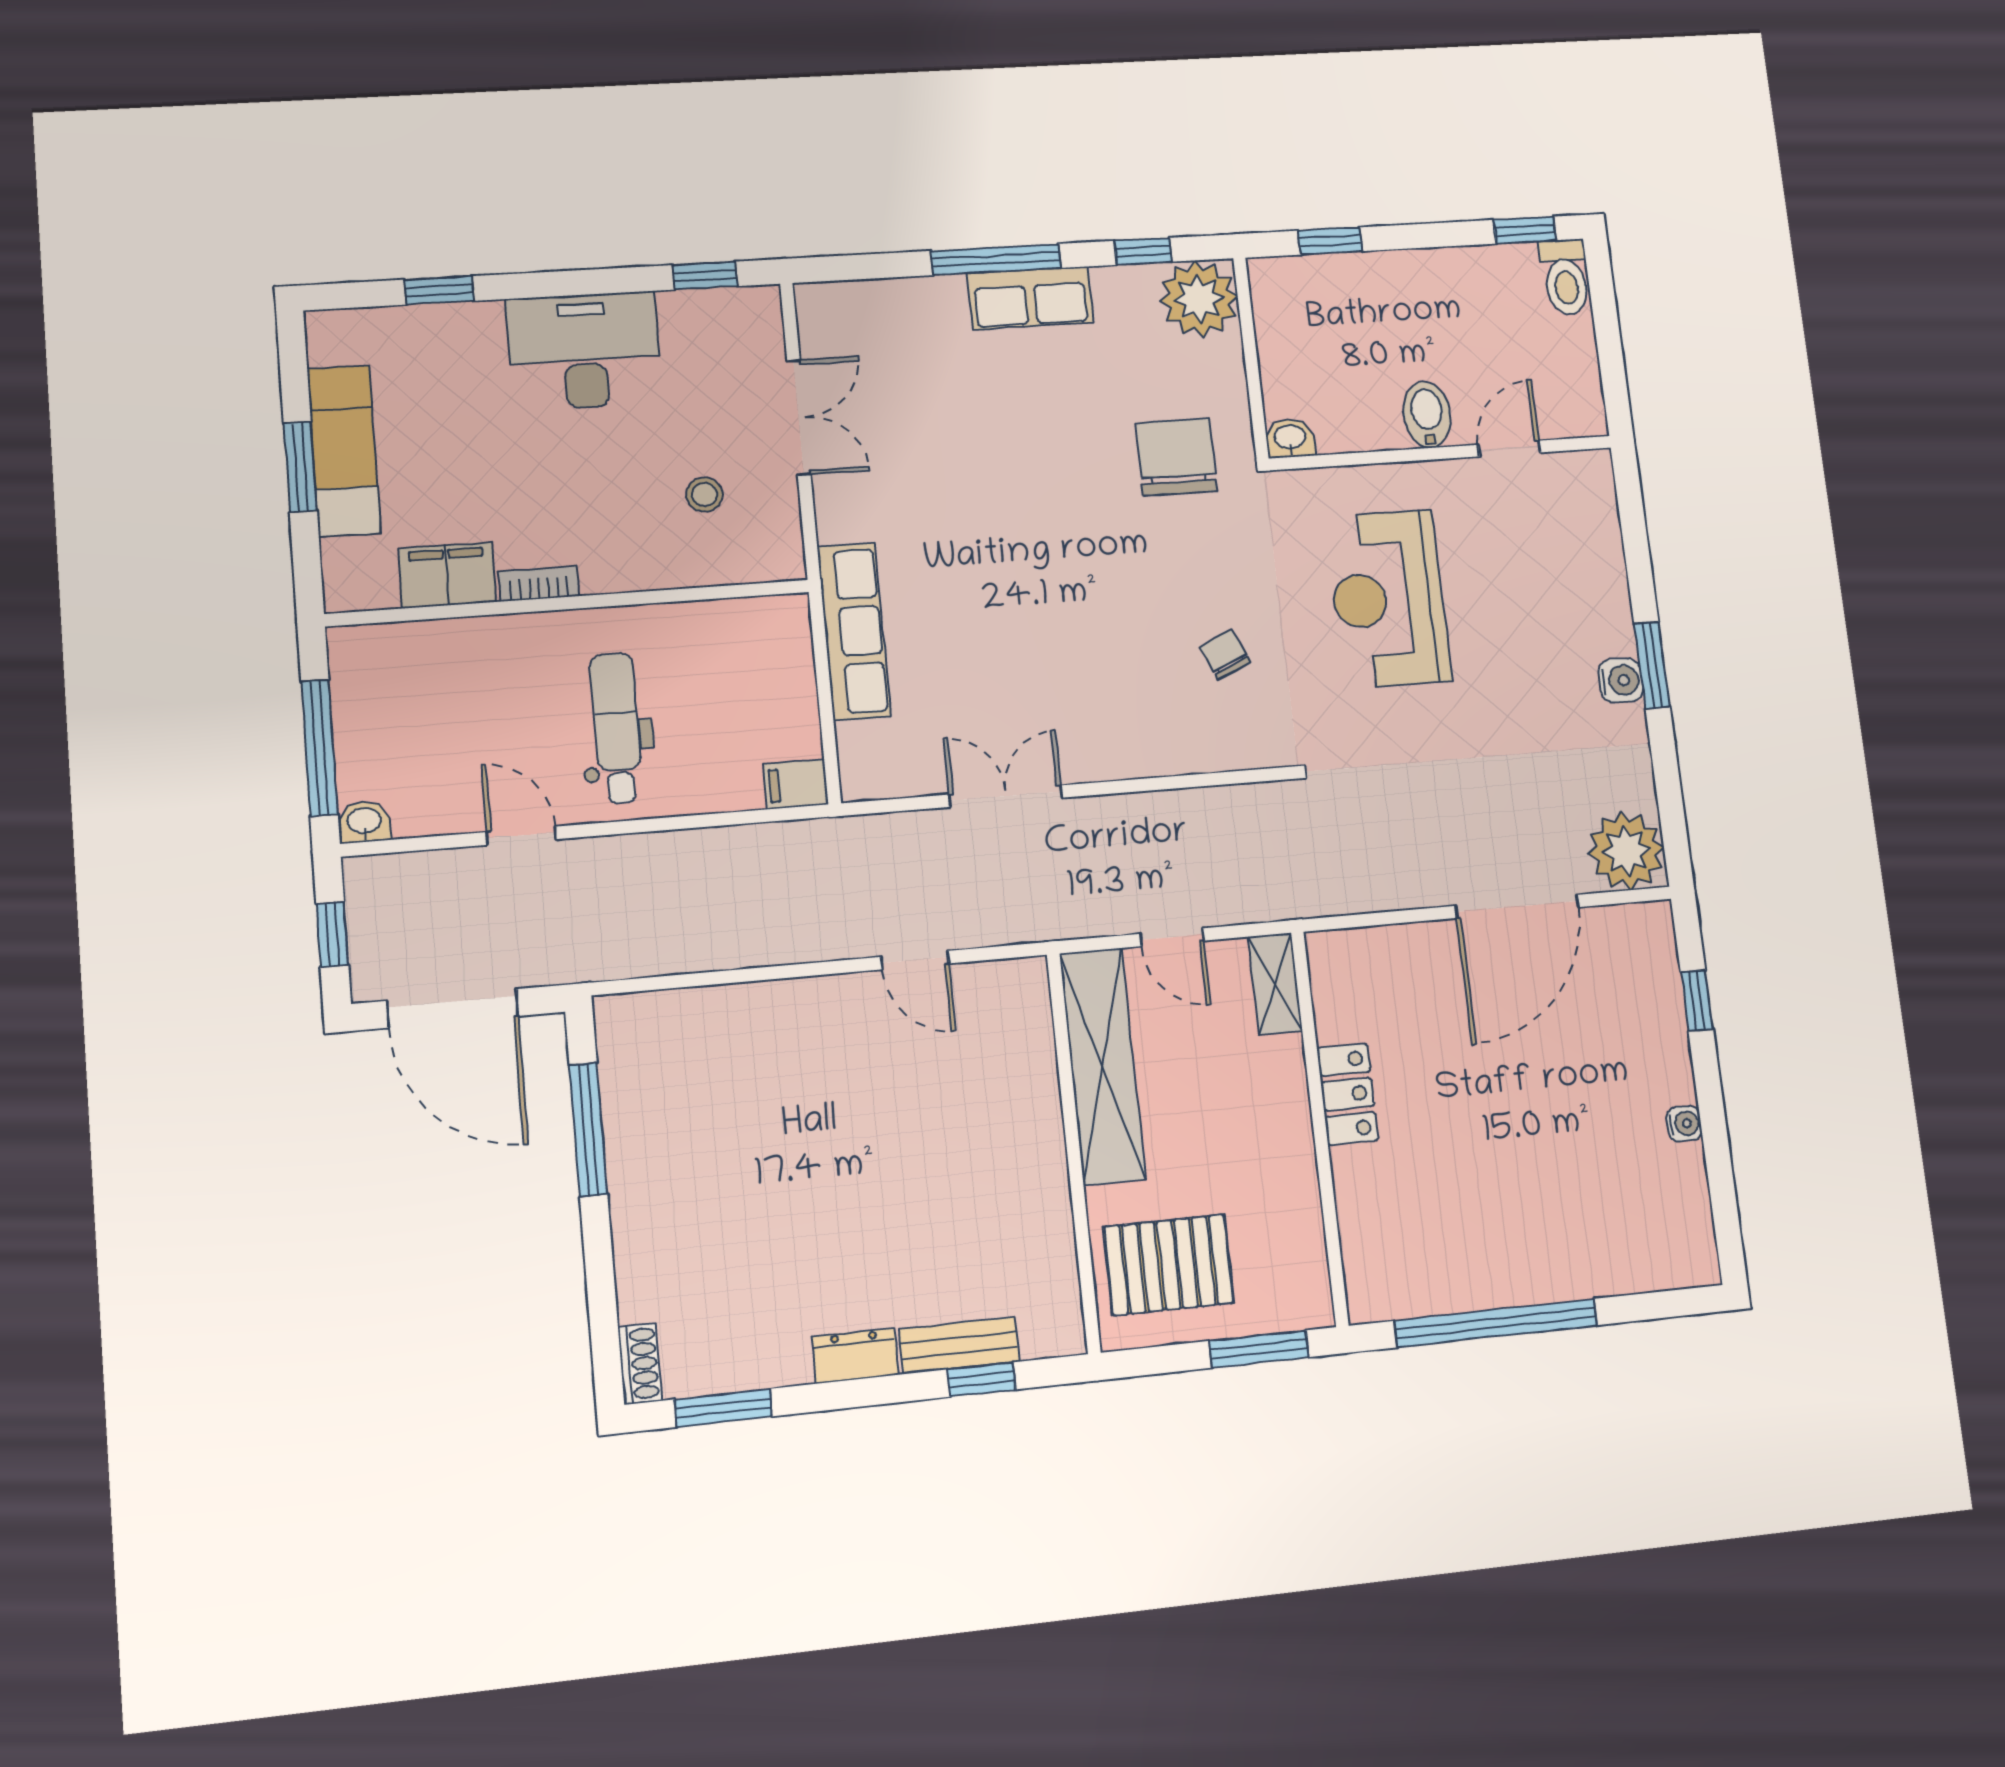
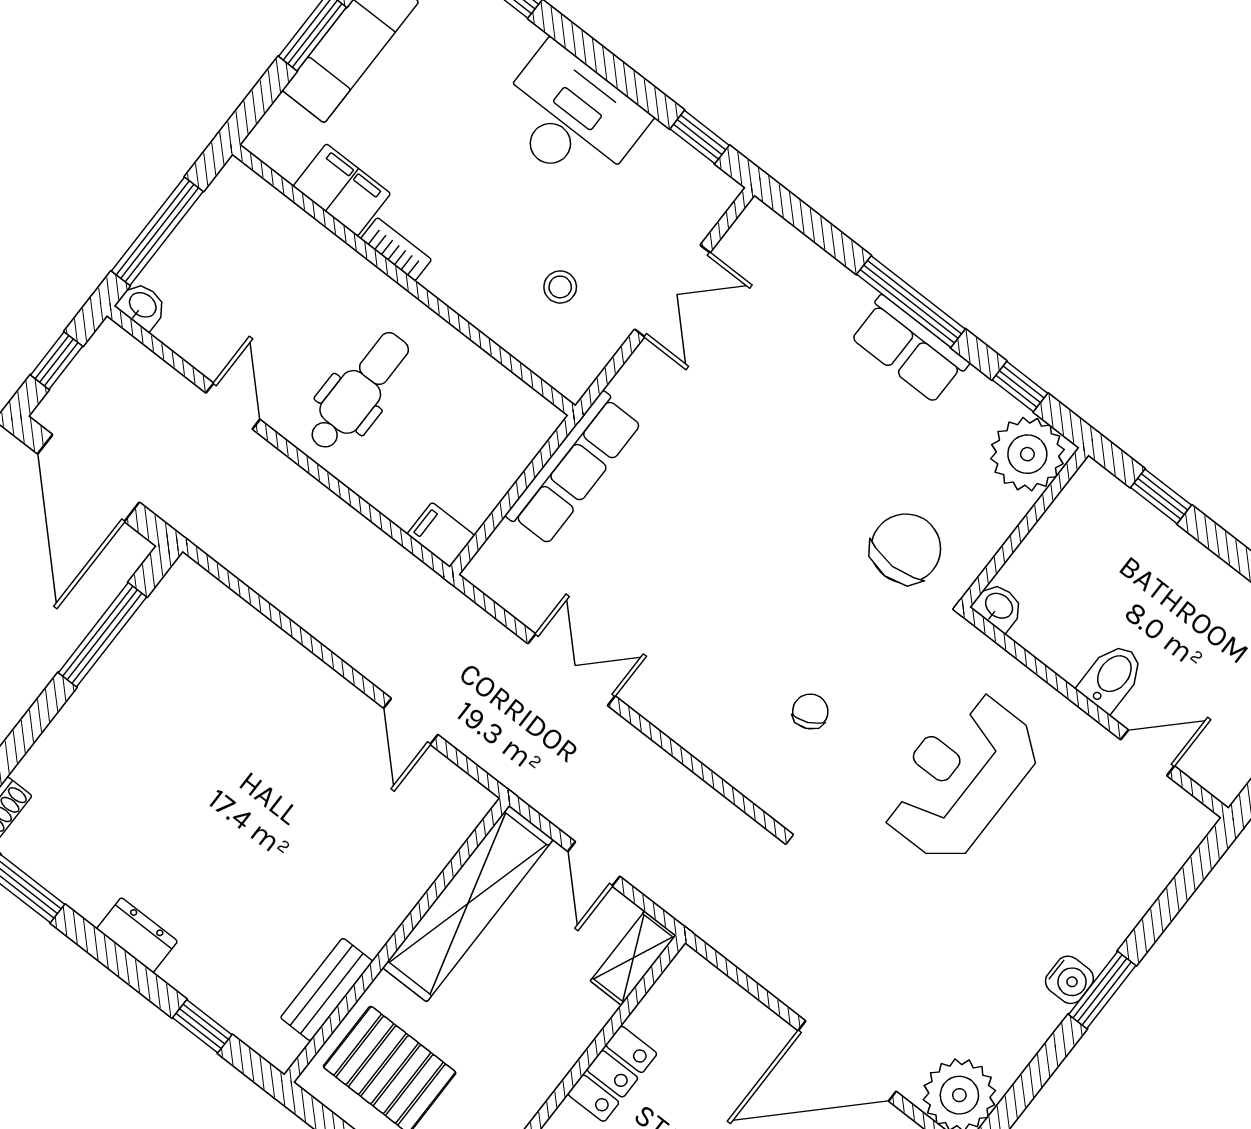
bench: (959, 1345) -> (327, 990), moved, turned 90

